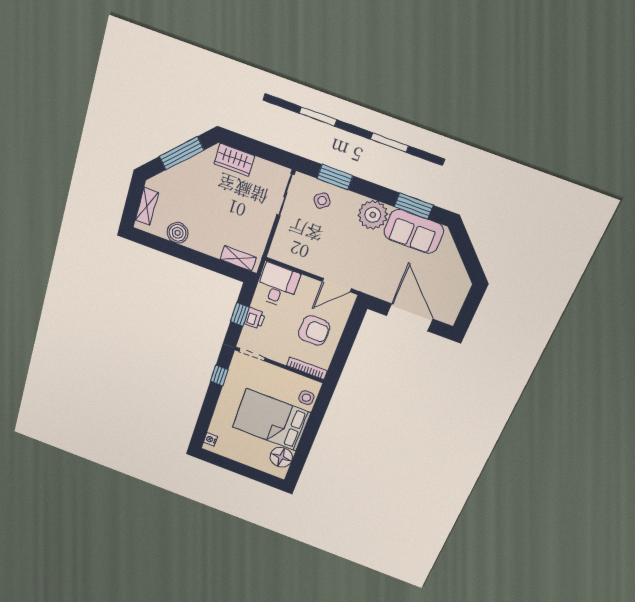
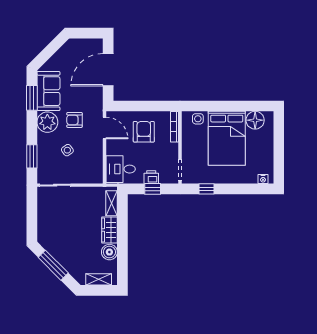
wardrobe: (234, 160) -> (110, 230), moved, turned 180
side table: (322, 201) -> (67, 150), moved
armchair: (362, 251) -> (74, 120), added

